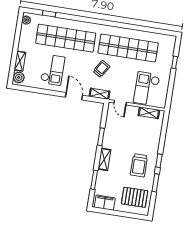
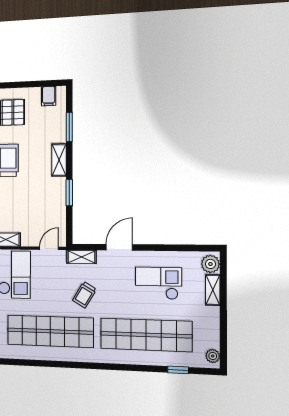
checkout: (53, 70) -> (158, 283), turned 90
door: (74, 96) -> (119, 247), swing flipped
door: (120, 103) -> (49, 248), hinge flipped
filing cabinet: (105, 203) -> (49, 96), width x0.50

